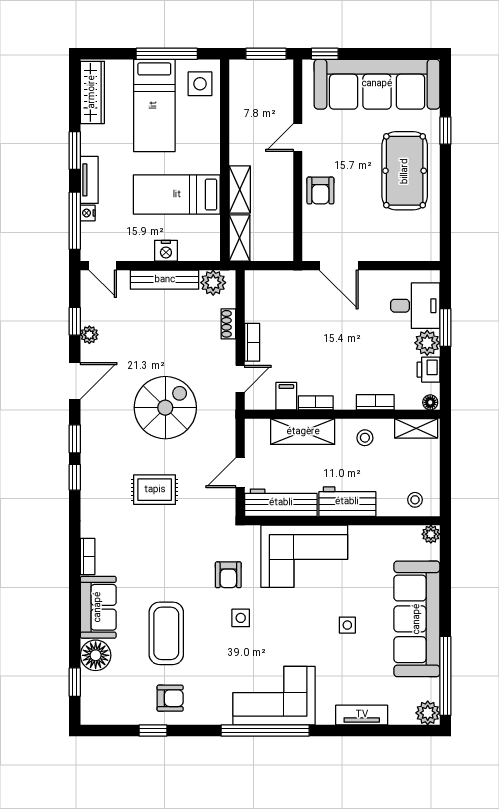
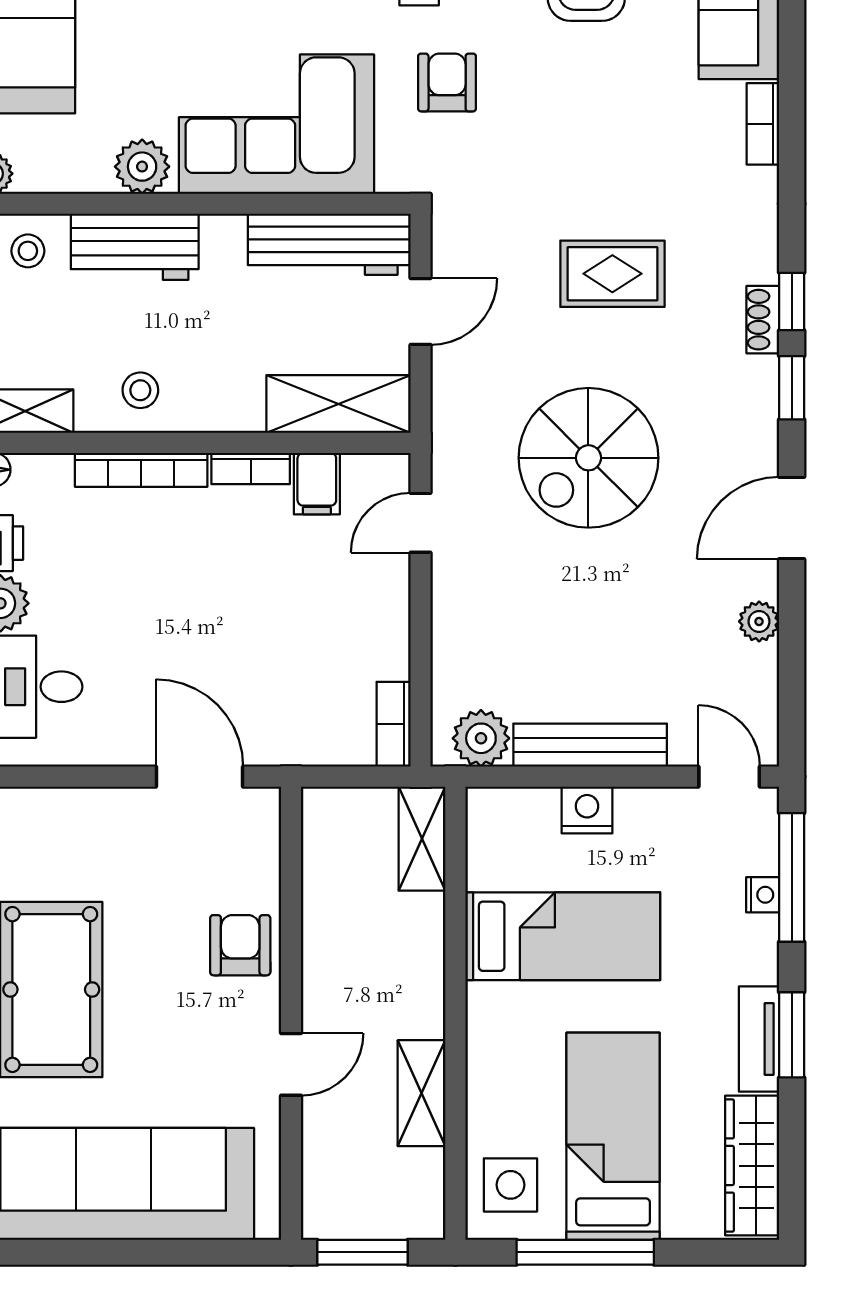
window: (325, 54) -> (230, 1252), removed
tv unit: (89, 180) -> (759, 1039), moved
shelving: (240, 189) -> (422, 1093), moved
window: (75, 321) -> (792, 652), removed
shoe rack: (228, 324) -> (763, 320), moved, turned 180
bookcase: (252, 342) -> (394, 724), moved
bookcase: (375, 402) -> (141, 470), width x1.56
shelving: (303, 432) -> (338, 404), moved
workbench: (347, 502) -> (135, 247), moved
plant: (364, 537) -> (142, 167), added

